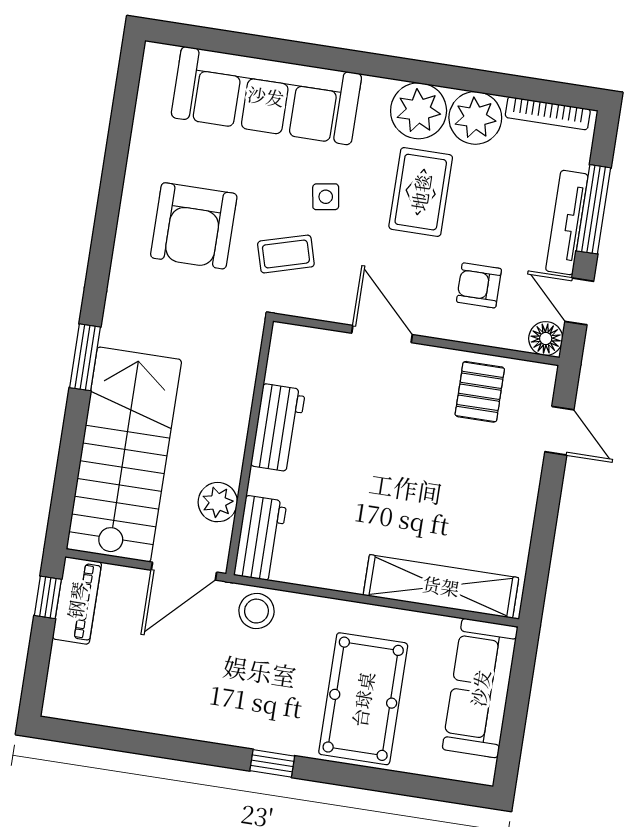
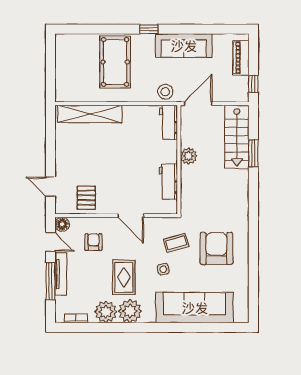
bookcase: (548, 113) -> (76, 318), width x0.64
armchair: (479, 285) -> (93, 242), turned -90
window: (85, 357) -> (253, 153), moved
workbench: (278, 428) -> (168, 182), moved
stairs: (124, 454) -> (237, 137), width x0.73, depth x0.66
plant: (218, 502) -> (189, 156), moved
piano: (77, 600) -> (241, 58), moved
sofa: (480, 688) -> (184, 46), moved, turned 90

